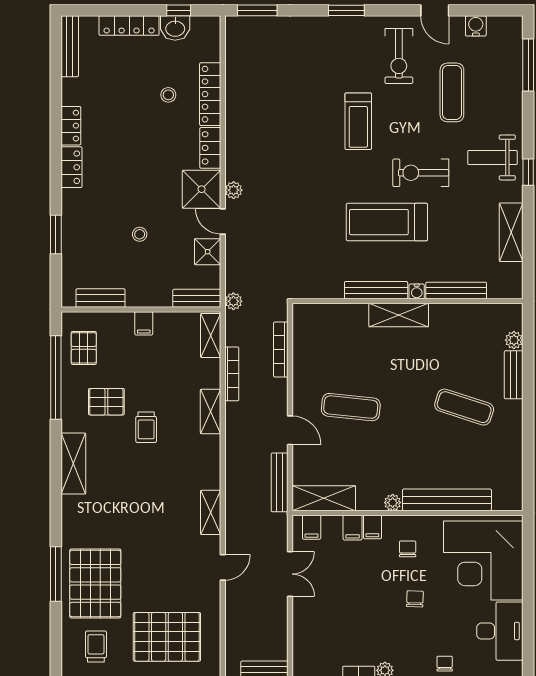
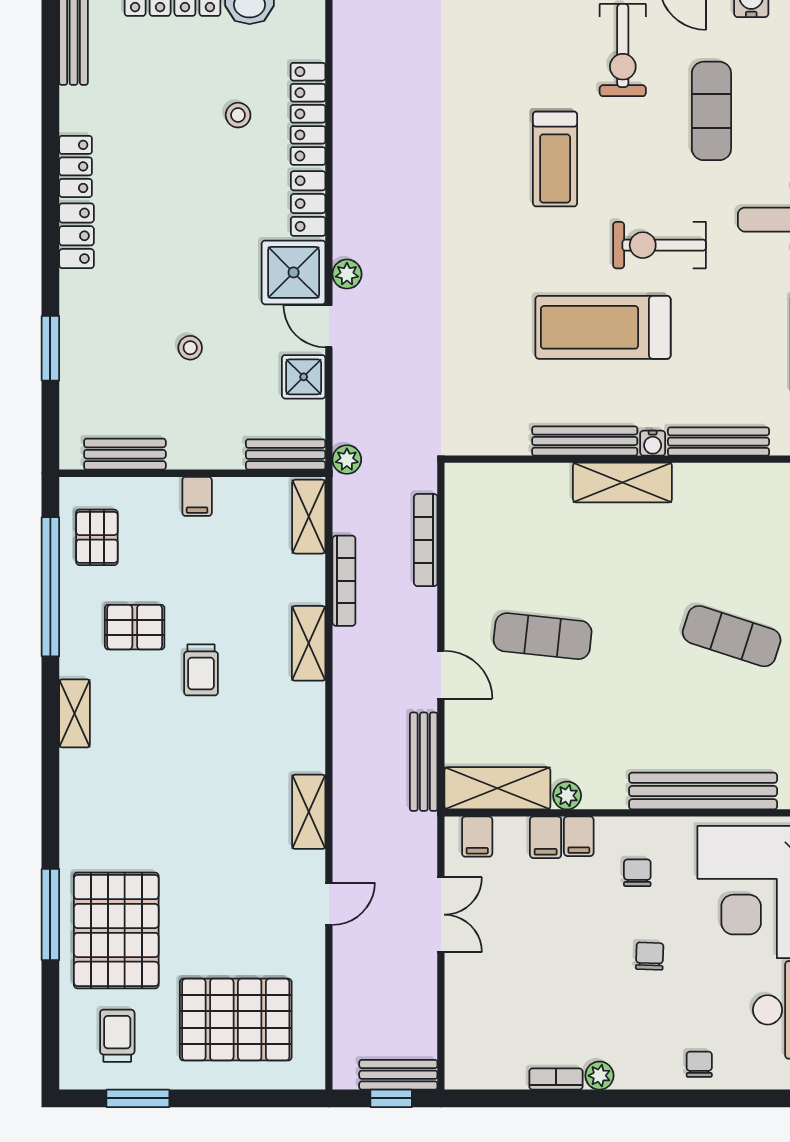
shelving: (73, 464) -> (75, 713), width x0.67, depth x0.75
plant: (393, 503) -> (567, 796), moved

